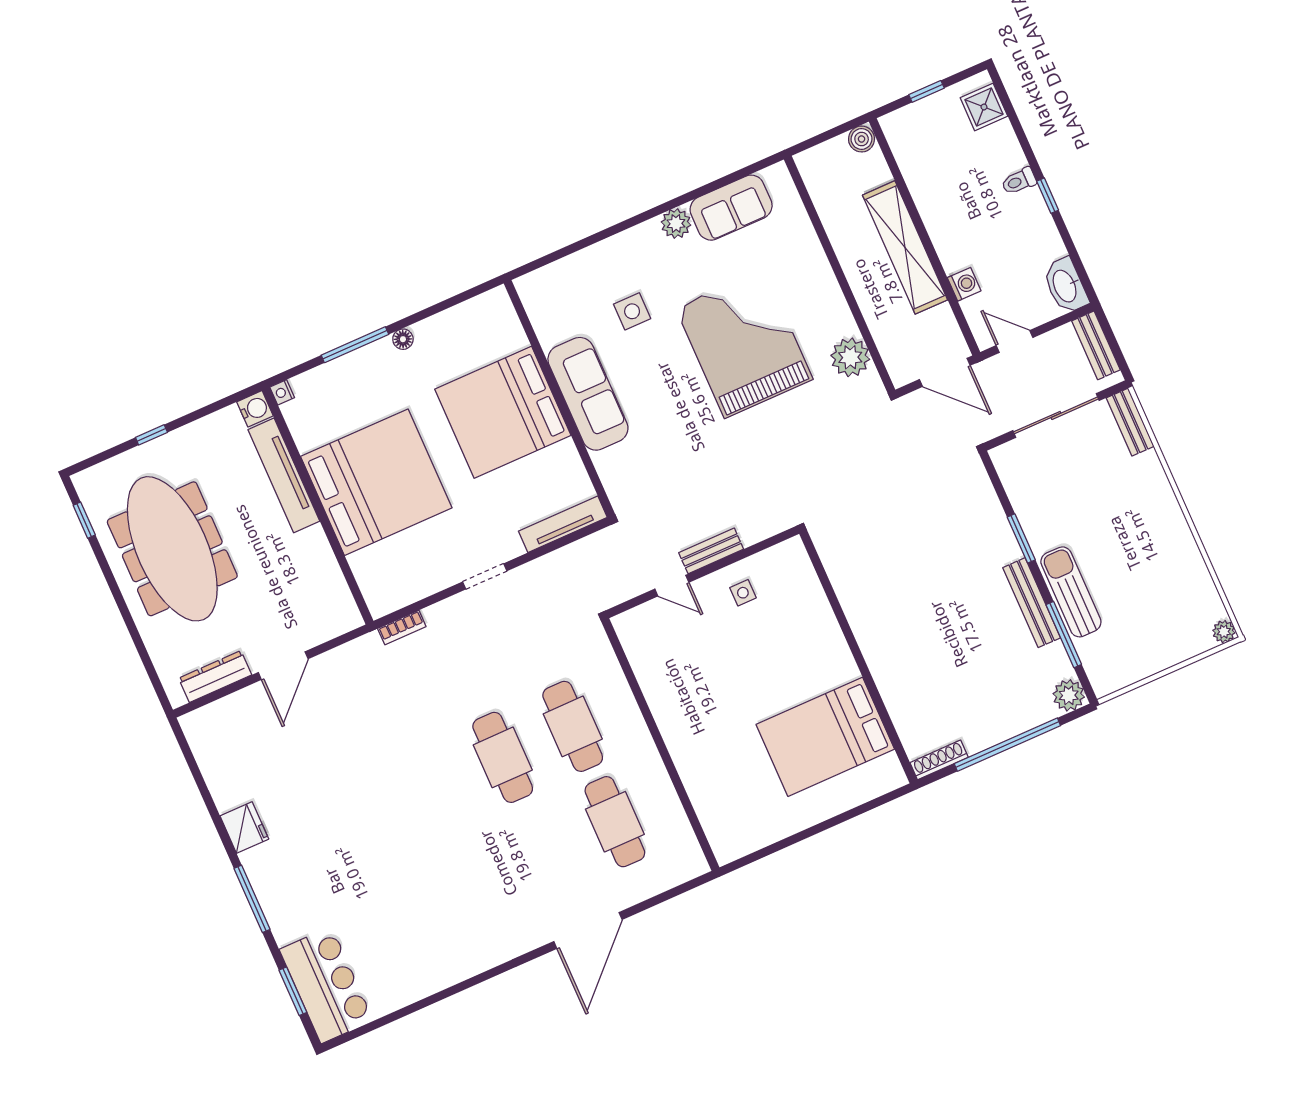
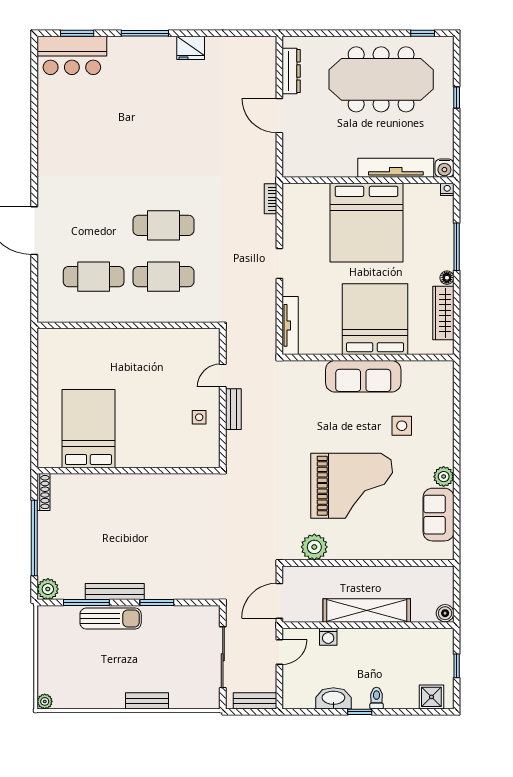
washbasin: (1065, 286) -> (333, 698), moved
wardrobe: (453, 323) -> (443, 313), added
bench: (1130, 422) -> (147, 701), moved

